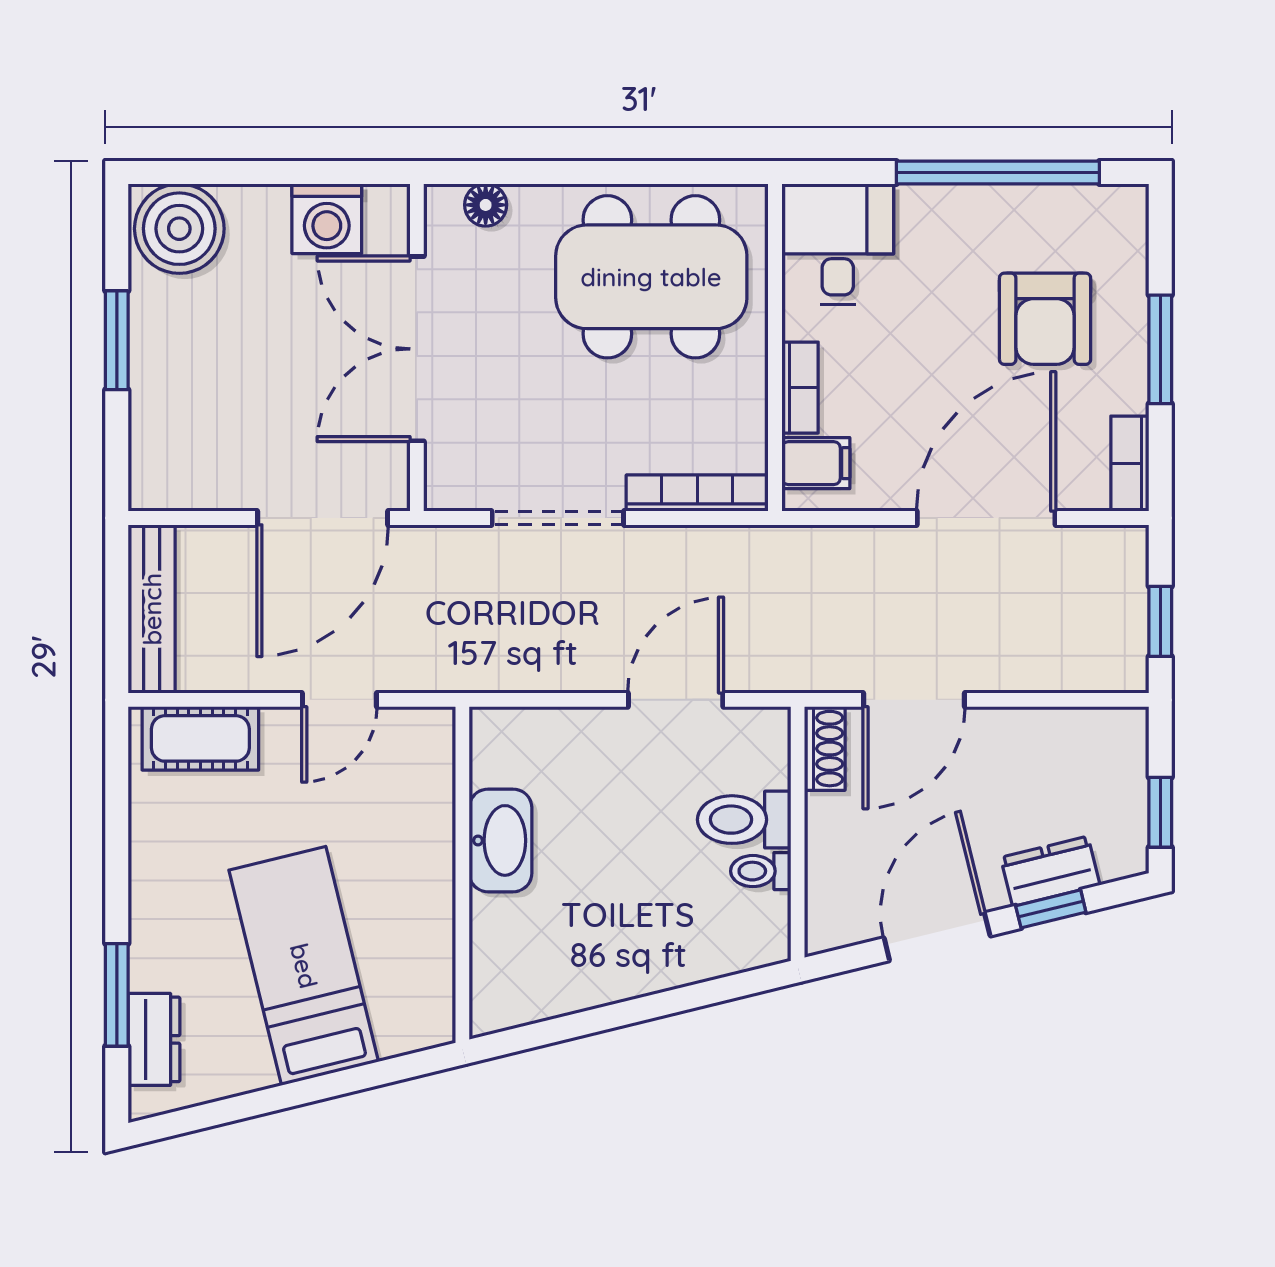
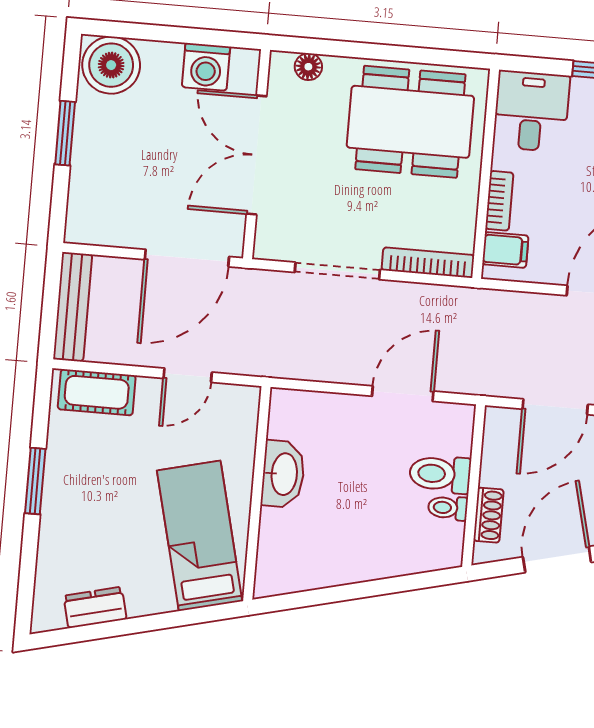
shoe rack: (825, 749) -> (488, 515), moved
bed: (304, 966) -> (200, 536), moved
window: (117, 995) -> (35, 481), moved
dresser: (154, 1039) -> (95, 607), moved, turned -104

